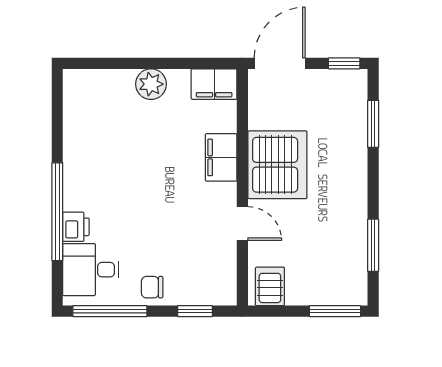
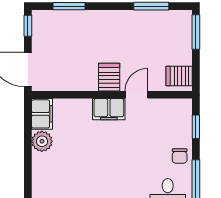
plant: (151, 84) -> (42, 141), moved
filing cabinet: (221, 157) -> (109, 109), moved
server rack: (277, 165) -> (109, 77), width x0.46, depth x0.70

